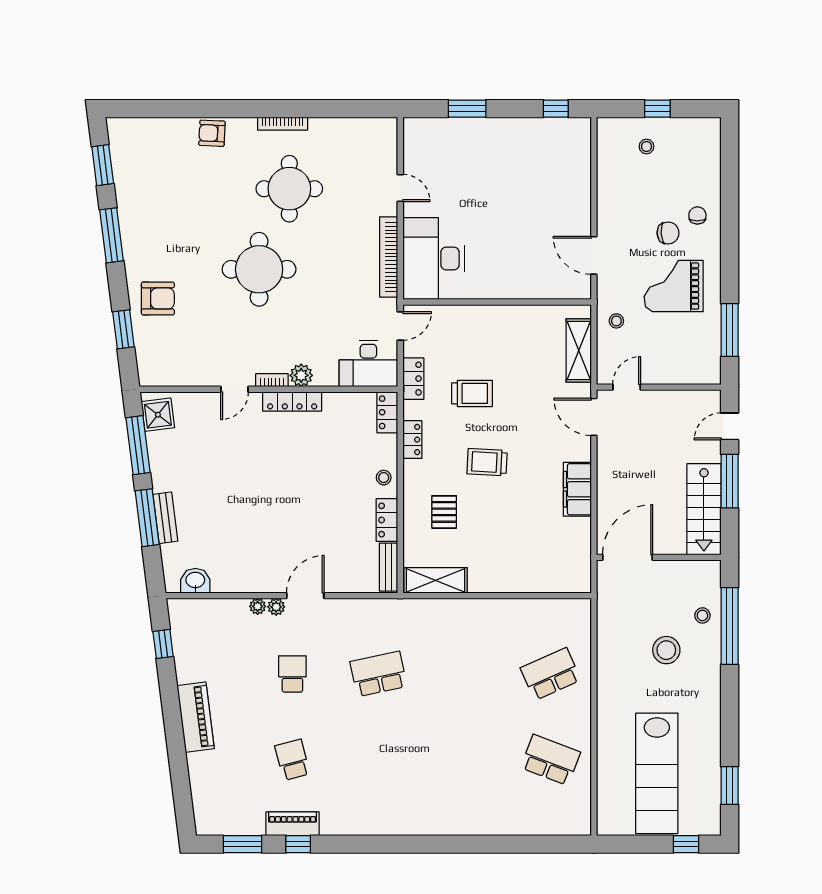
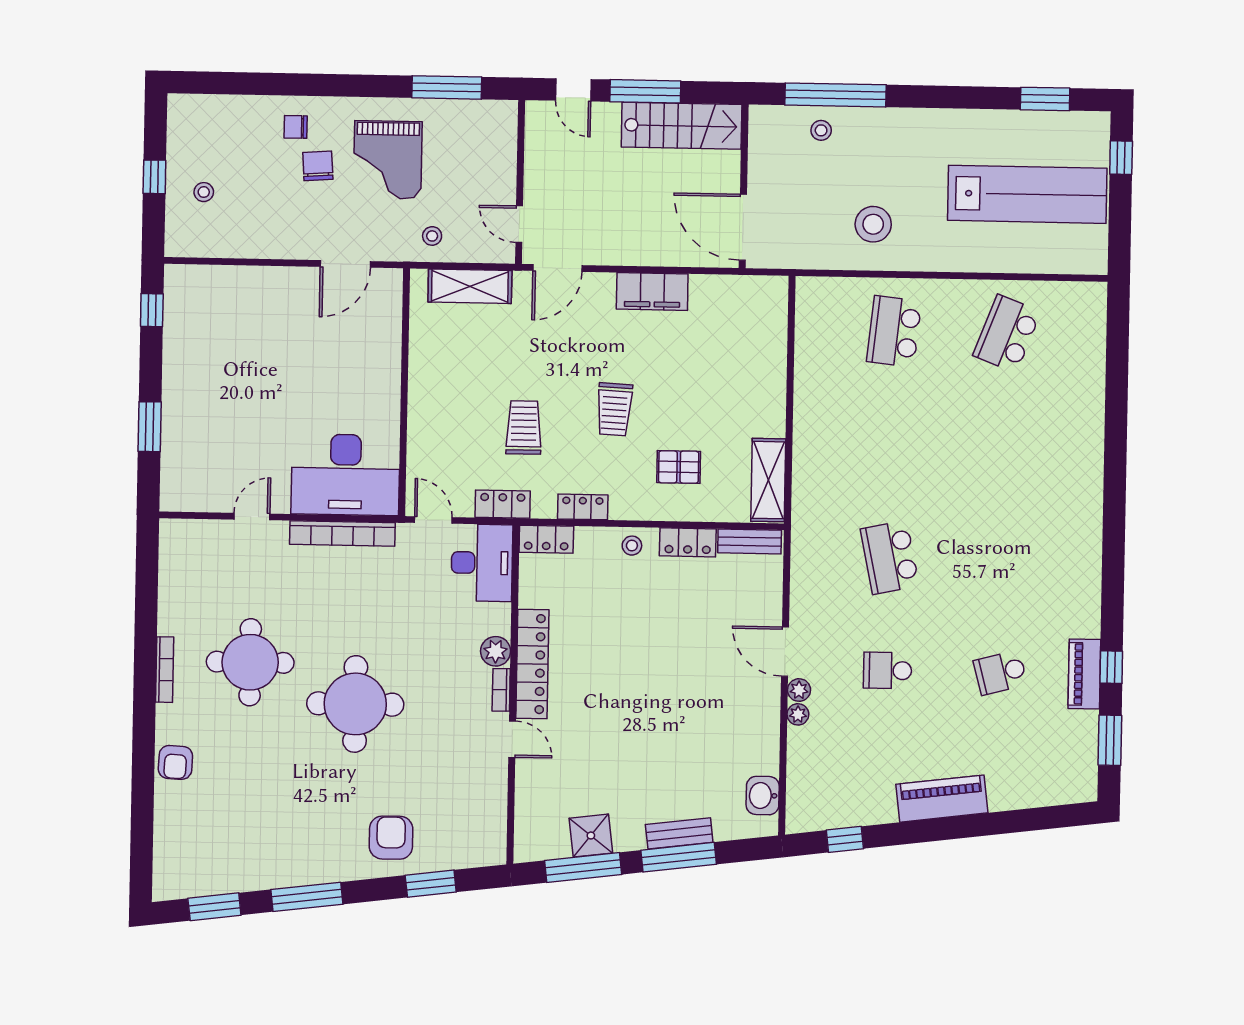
locker: (292, 401) -> (532, 664), width x1.41, depth x1.21
shower: (158, 415) -> (591, 836), moved
stool: (666, 650) -> (873, 224), moved
school desk: (551, 674) -> (894, 331), turned 30

